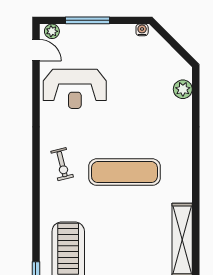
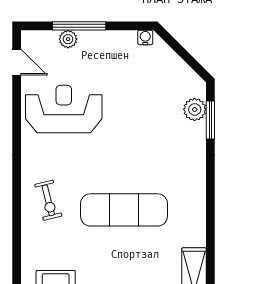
plant: (52, 31) -> (68, 39), moved
reception desk: (75, 89) -> (64, 109), turned 180
window: (196, 98) -> (210, 120), added

